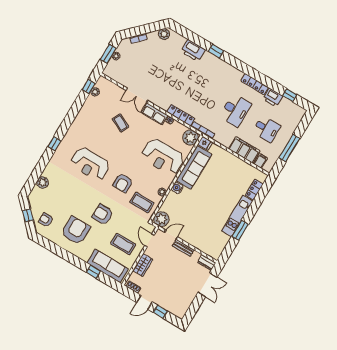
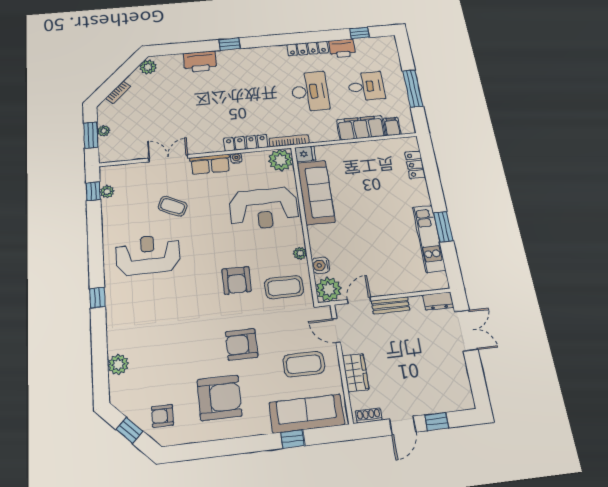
double door: (137, 95) -> (168, 158), swing flipped
reception desk: (90, 164) -> (148, 255), moved, turned 180
water cooler: (177, 188) -> (321, 265), moved
kitchen unit: (237, 216) -> (429, 238), moved
armchair: (76, 231) -> (220, 398), turned 90

